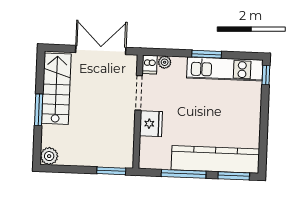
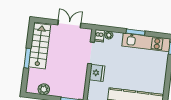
double door: (101, 50) -> (69, 24), width x0.73
plant: (49, 156) -> (44, 89), moved

